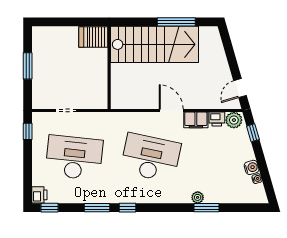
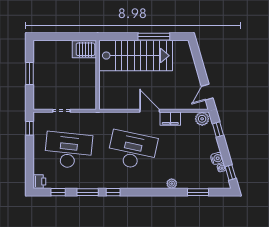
printer: (217, 119) -> (188, 118), removed
window: (268, 184) -> (230, 172), added
window: (49, 208) -> (58, 192), moved
window: (207, 208) -> (198, 192), moved

